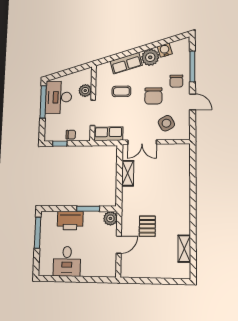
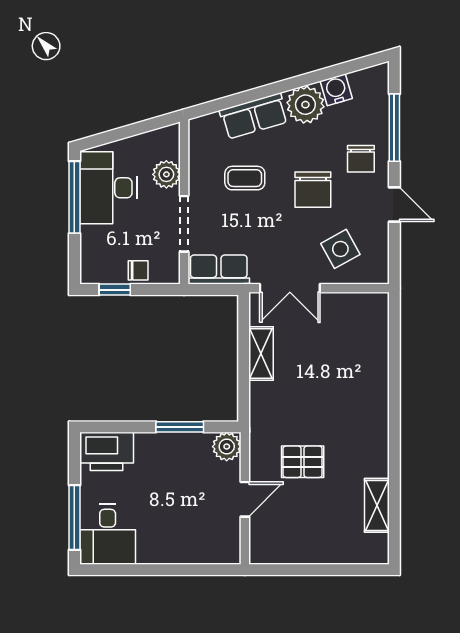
printer: (70, 221) -> (107, 451), moved
pallet: (147, 226) -> (303, 462), turned 90
window: (38, 233) -> (74, 517), moved
desk: (67, 261) -> (108, 534), moved

